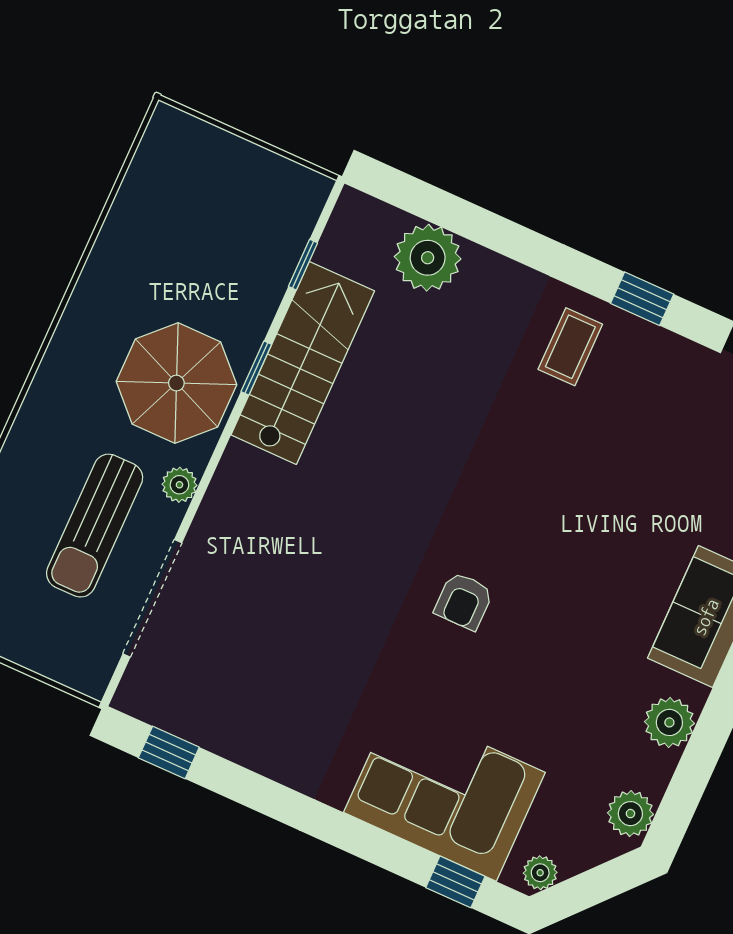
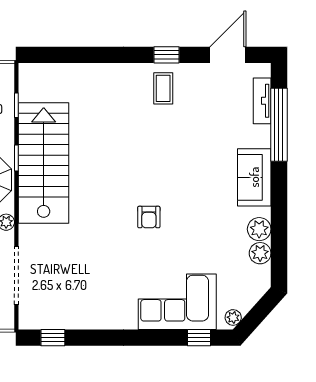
plant: (428, 258) -> (68, 79), removed
coffee table: (570, 347) -> (163, 88), moved
stairs: (303, 363) -> (44, 163), width x1.36, depth x1.51
plant: (630, 814) -> (260, 253), moved

